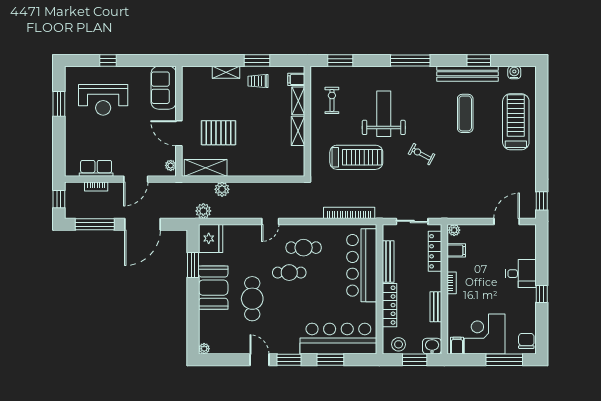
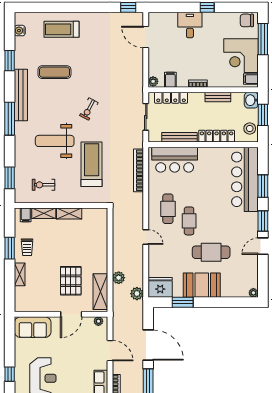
bench: (468, 74) -> (21, 95), moved
treadmill: (516, 122) -> (61, 29), width x0.73, depth x0.73
bar counter: (362, 265) -> (175, 160), width x0.73

